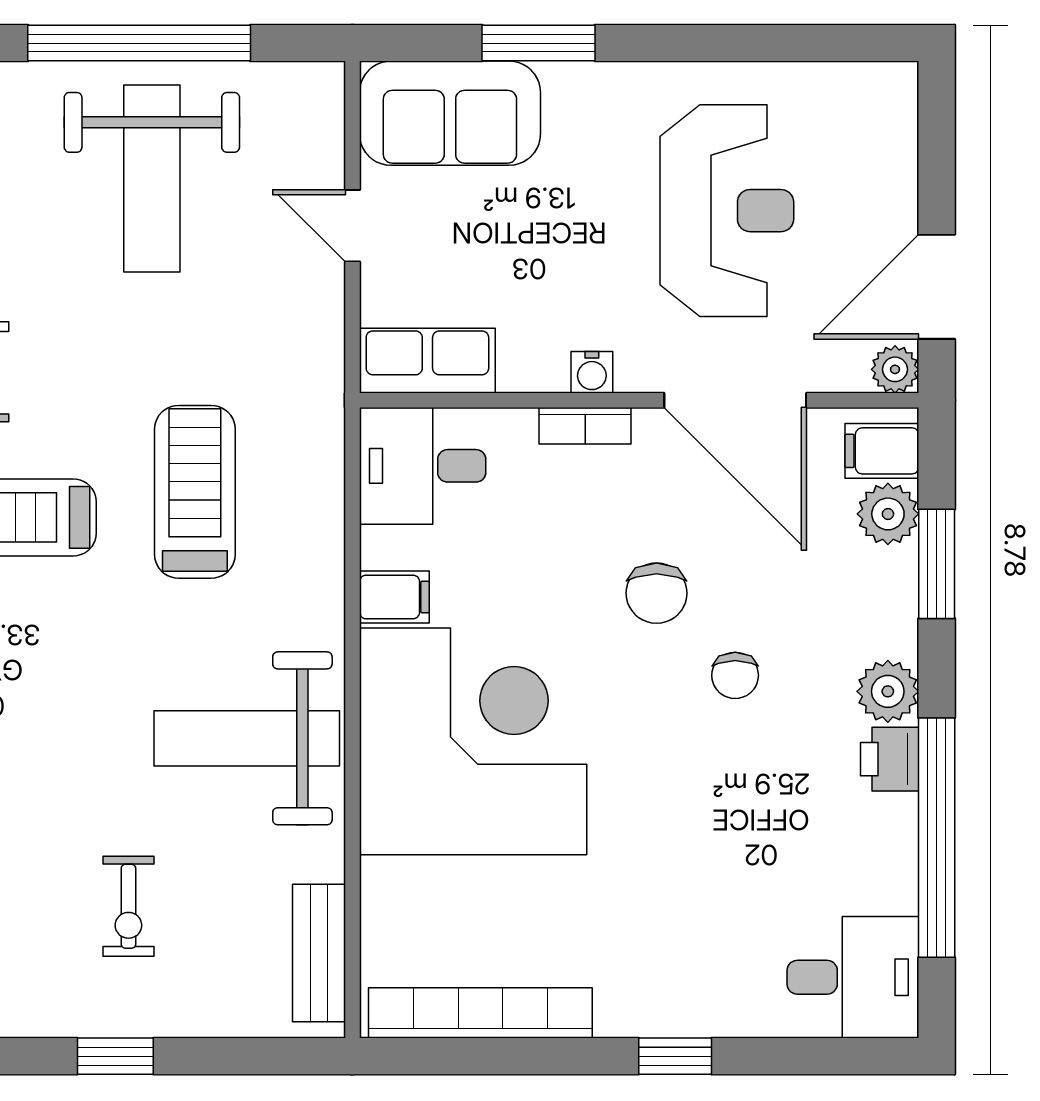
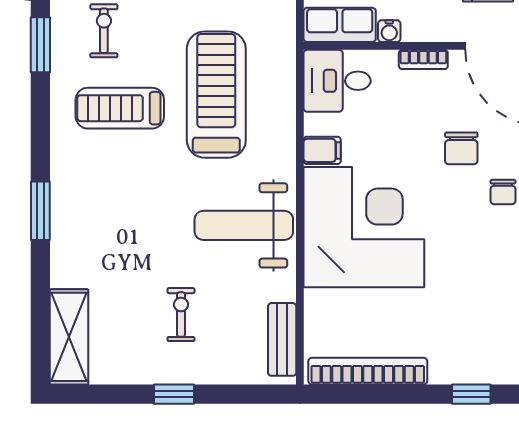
water cooler: (592, 372) -> (389, 31), moved
treadmill: (195, 492) -> (216, 95), width x1.37, depth x1.38
exercise bike: (128, 906) -> (181, 315), turned 180

